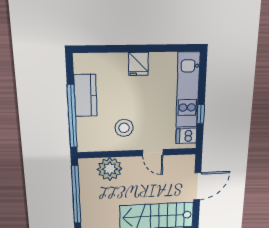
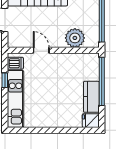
fridge: (138, 64) -> (91, 121), moved, turned -90
stool: (124, 128) -> (63, 71), removed

